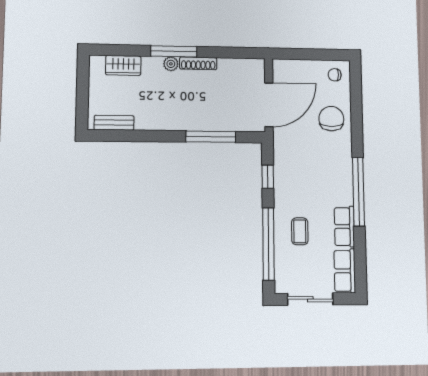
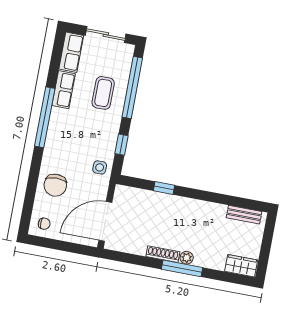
wardrobe: (123, 65) -> (241, 266), moved
door: (269, 105) -> (105, 221), moved
window: (211, 137) -> (164, 188), width x0.46
side table: (287, 147) -> (100, 167), added
coffee table: (300, 231) -> (103, 93), width x1.36, depth x1.30

